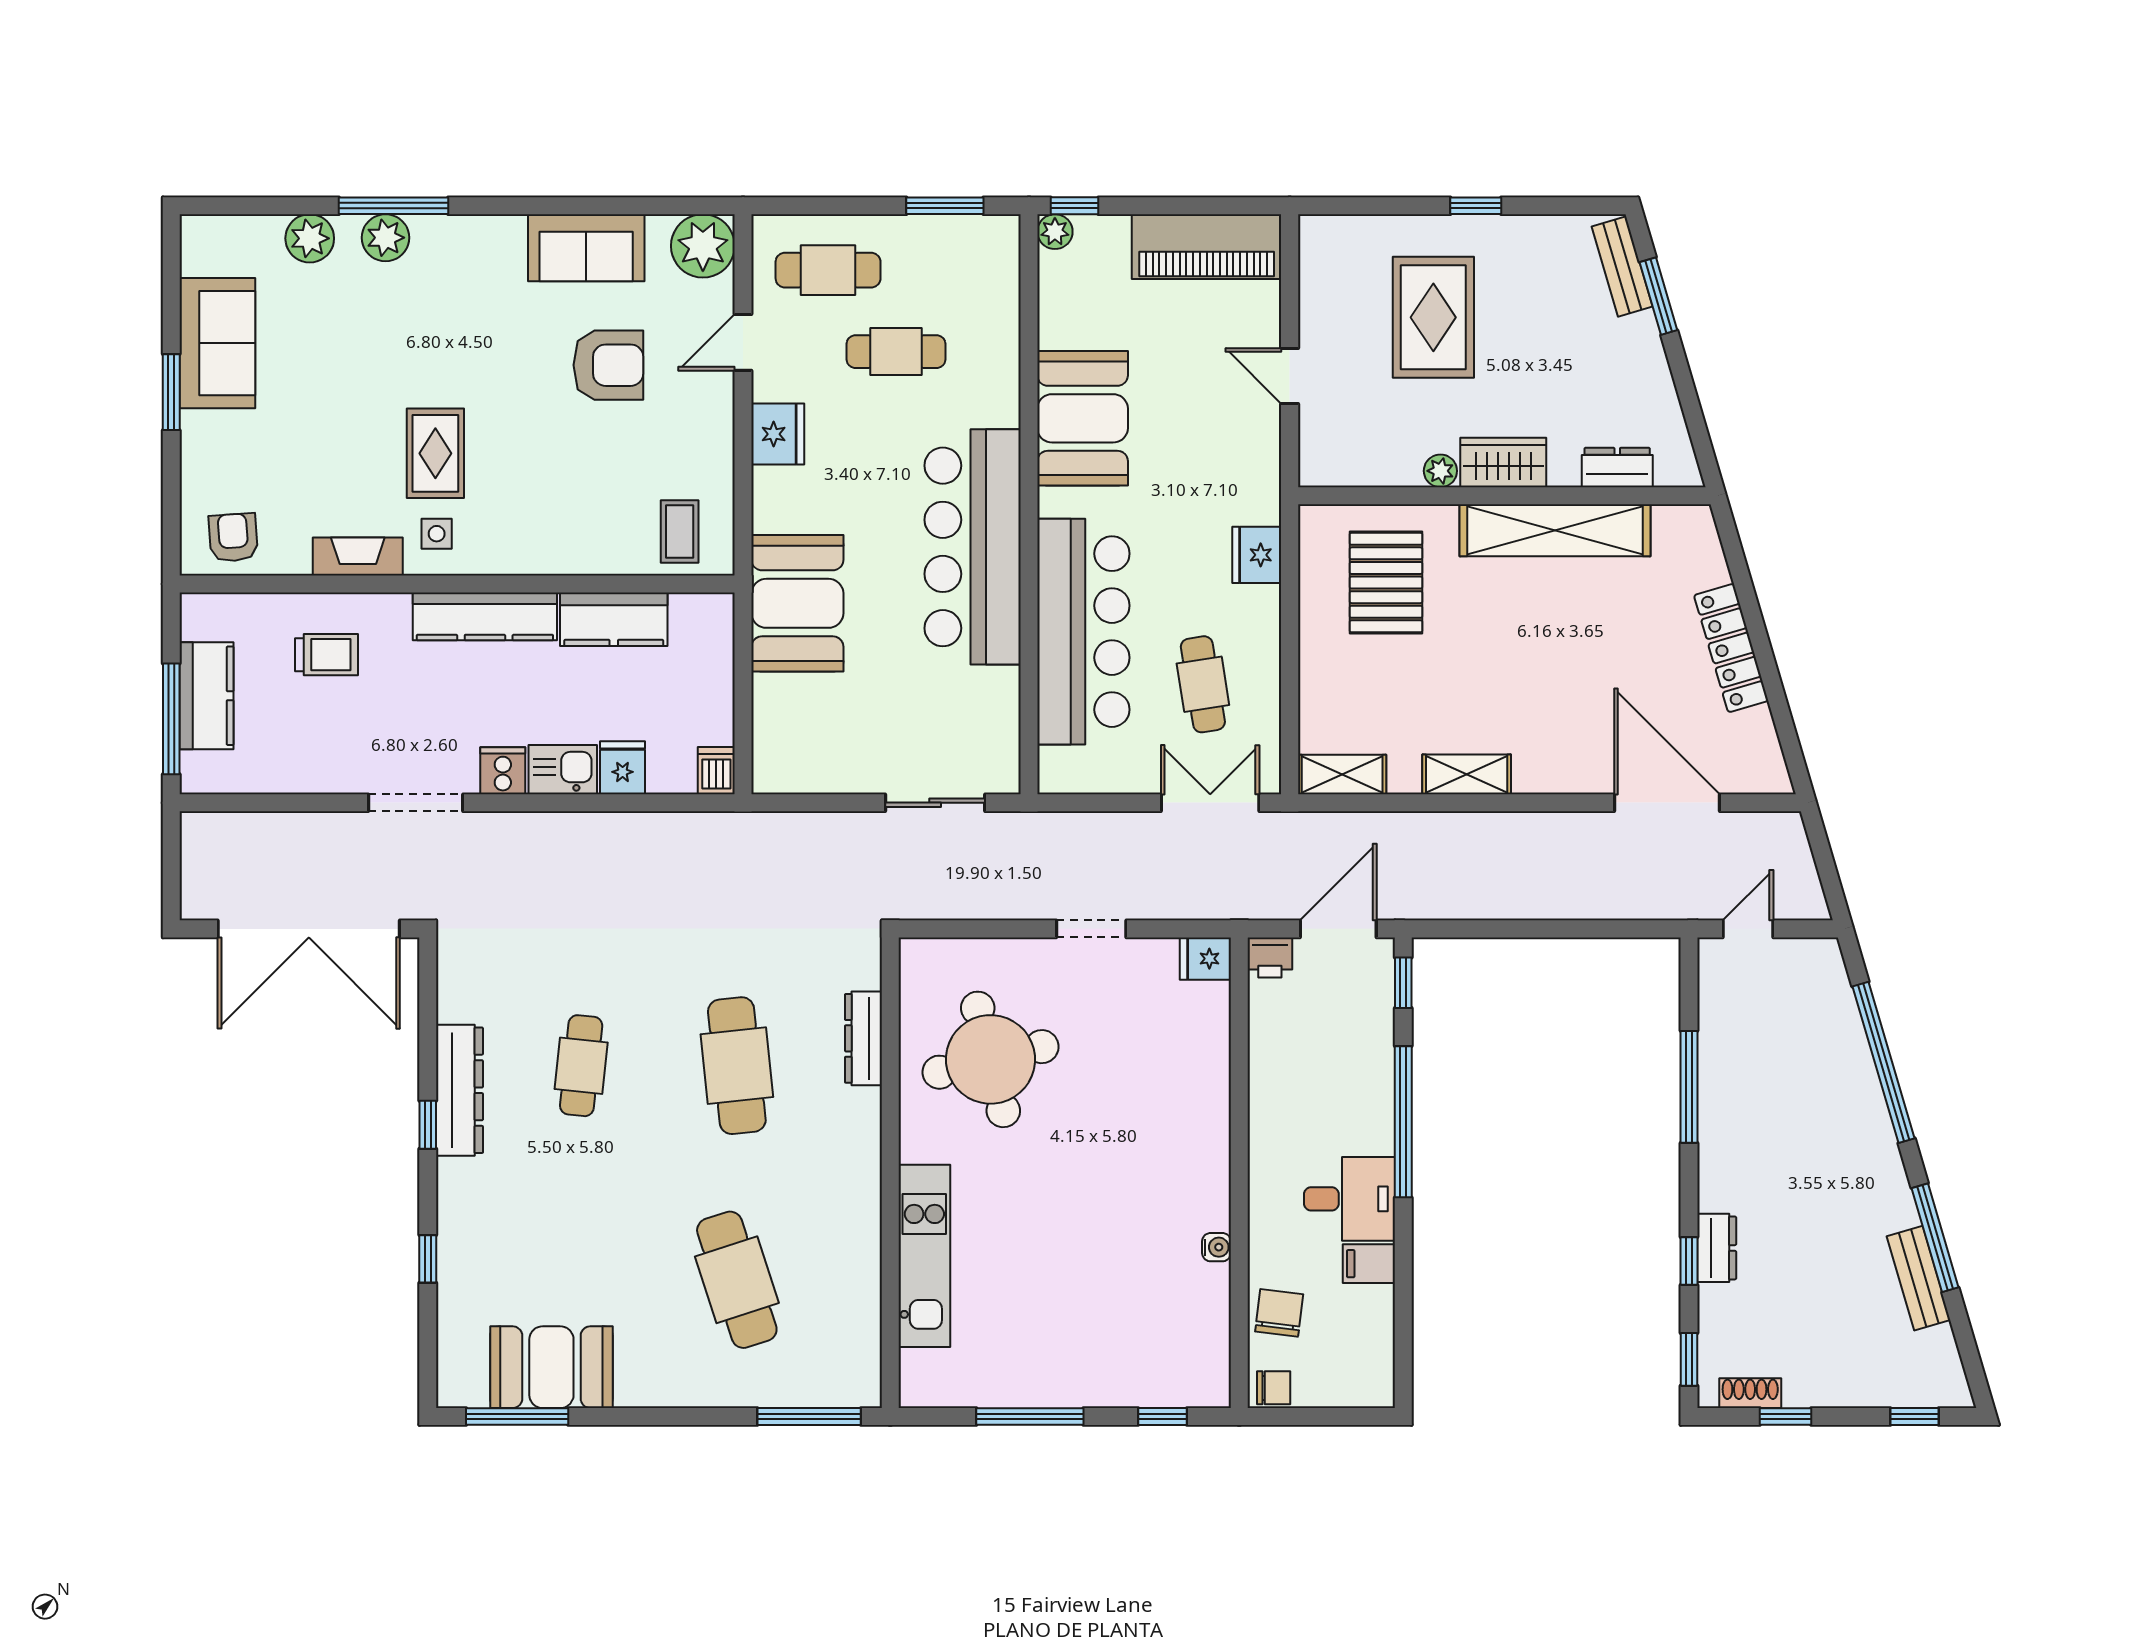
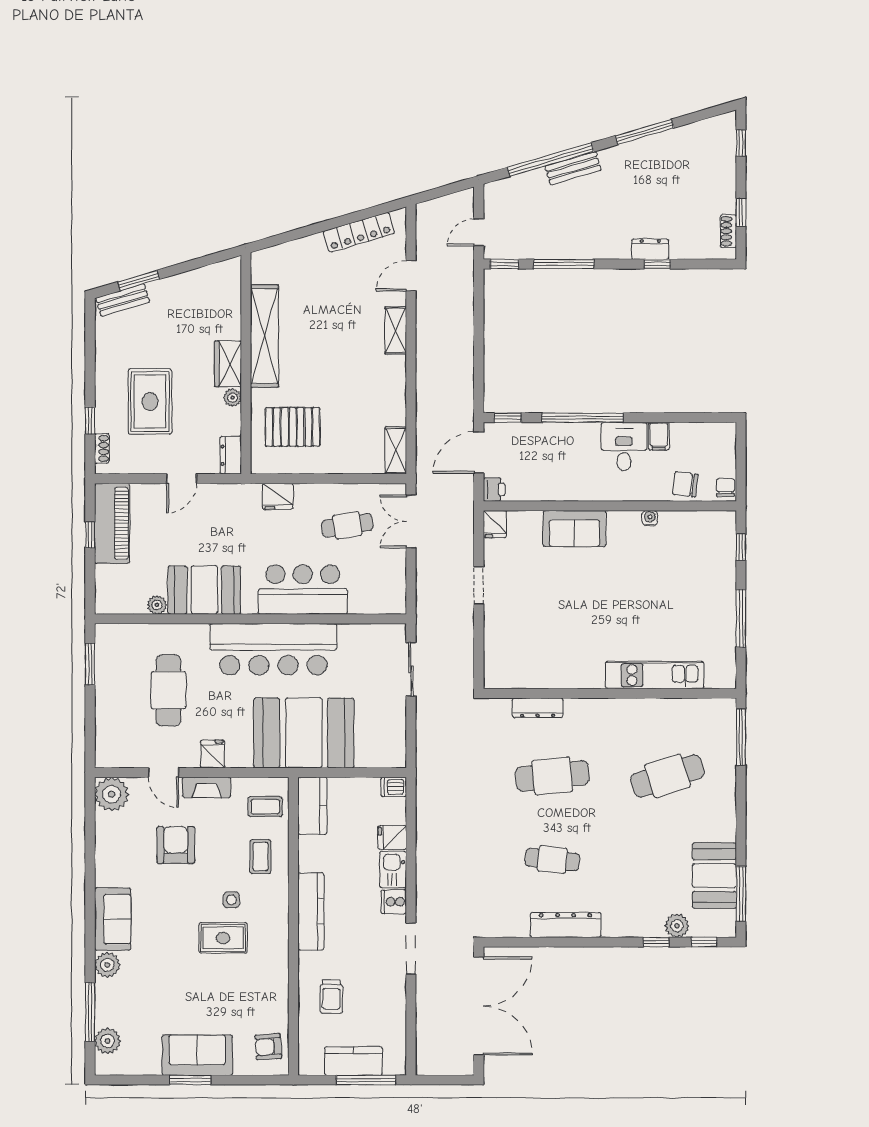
window: (393, 206) -> (90, 1012), moved
window: (1074, 206) -> (90, 535), moved
window: (1476, 206) -> (90, 421), moved
shoe rack: (1346, 228) -> (102, 448), added
plant: (1055, 232) -> (157, 605), moved
plant: (310, 238) -> (108, 1041), moved
sofa: (586, 248) -> (113, 919), moved
cafe table: (828, 270) -> (125, 727), removed
rug: (1433, 317) -> (150, 401), turned 90
sofa: (217, 343) -> (197, 1055), moved
cafe table: (896, 352) -> (168, 690), width x1.37, depth x1.35
fridge: (778, 434) -> (213, 754), width x0.72
dresser: (1617, 468) -> (231, 455), moved
coffee table: (587, 523) -> (261, 857), added
side table: (437, 534) -> (231, 900), moved
fireplace: (358, 557) -> (207, 787), moved, turned -90
booth: (797, 603) -> (304, 733), width x1.36, depth x1.42
kitchen counter: (614, 619) -> (312, 806), moved
bar counter: (1083, 632) -> (303, 590), width x0.73
locker: (1731, 648) -> (359, 232), moved
trolley: (326, 655) -> (331, 997), turned 180
shelving: (1467, 774) -> (396, 330), moved
door: (1667, 803) -> (411, 276), width x0.53
door: (1338, 929) -> (479, 453), hinge flipped
door: (1748, 929) -> (479, 232), hinge flipped
round table: (991, 1059) -> (549, 640), removed
sofa: (1197, 1107) -> (574, 528), added
window: (428, 1125) -> (704, 942), moved
bench: (1919, 1278) -> (573, 168), moved
plant: (458, 1298) -> (677, 926), added
window: (1689, 1359) -> (504, 264), moved

